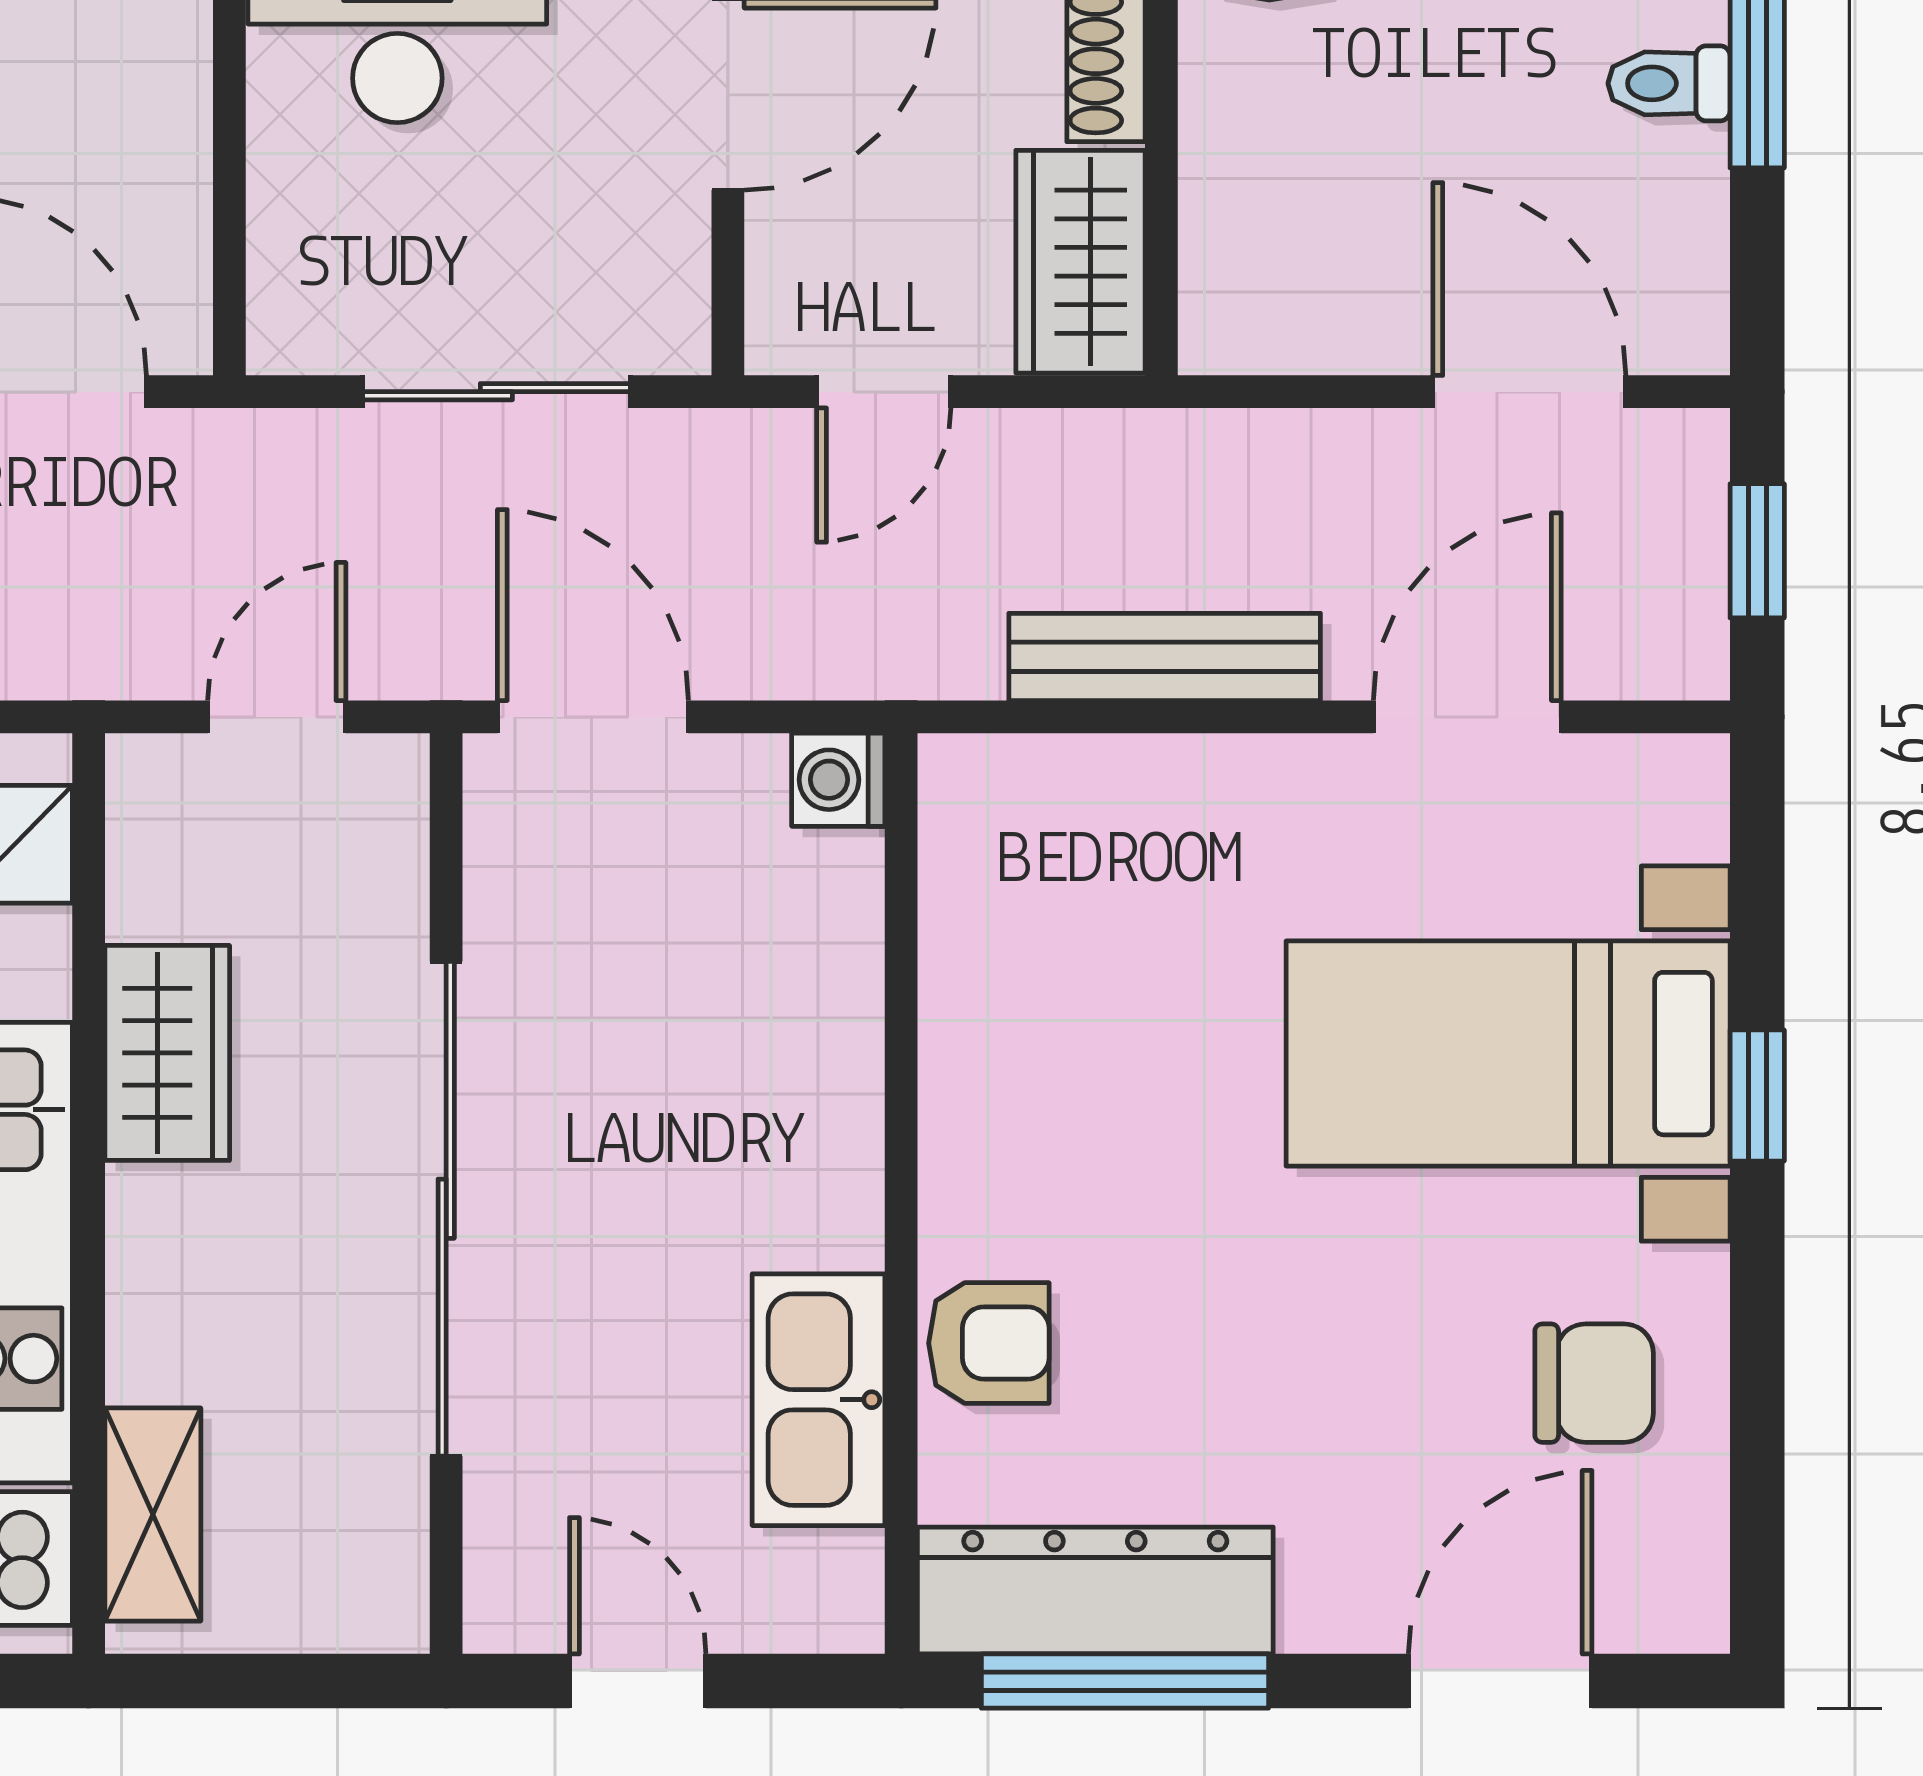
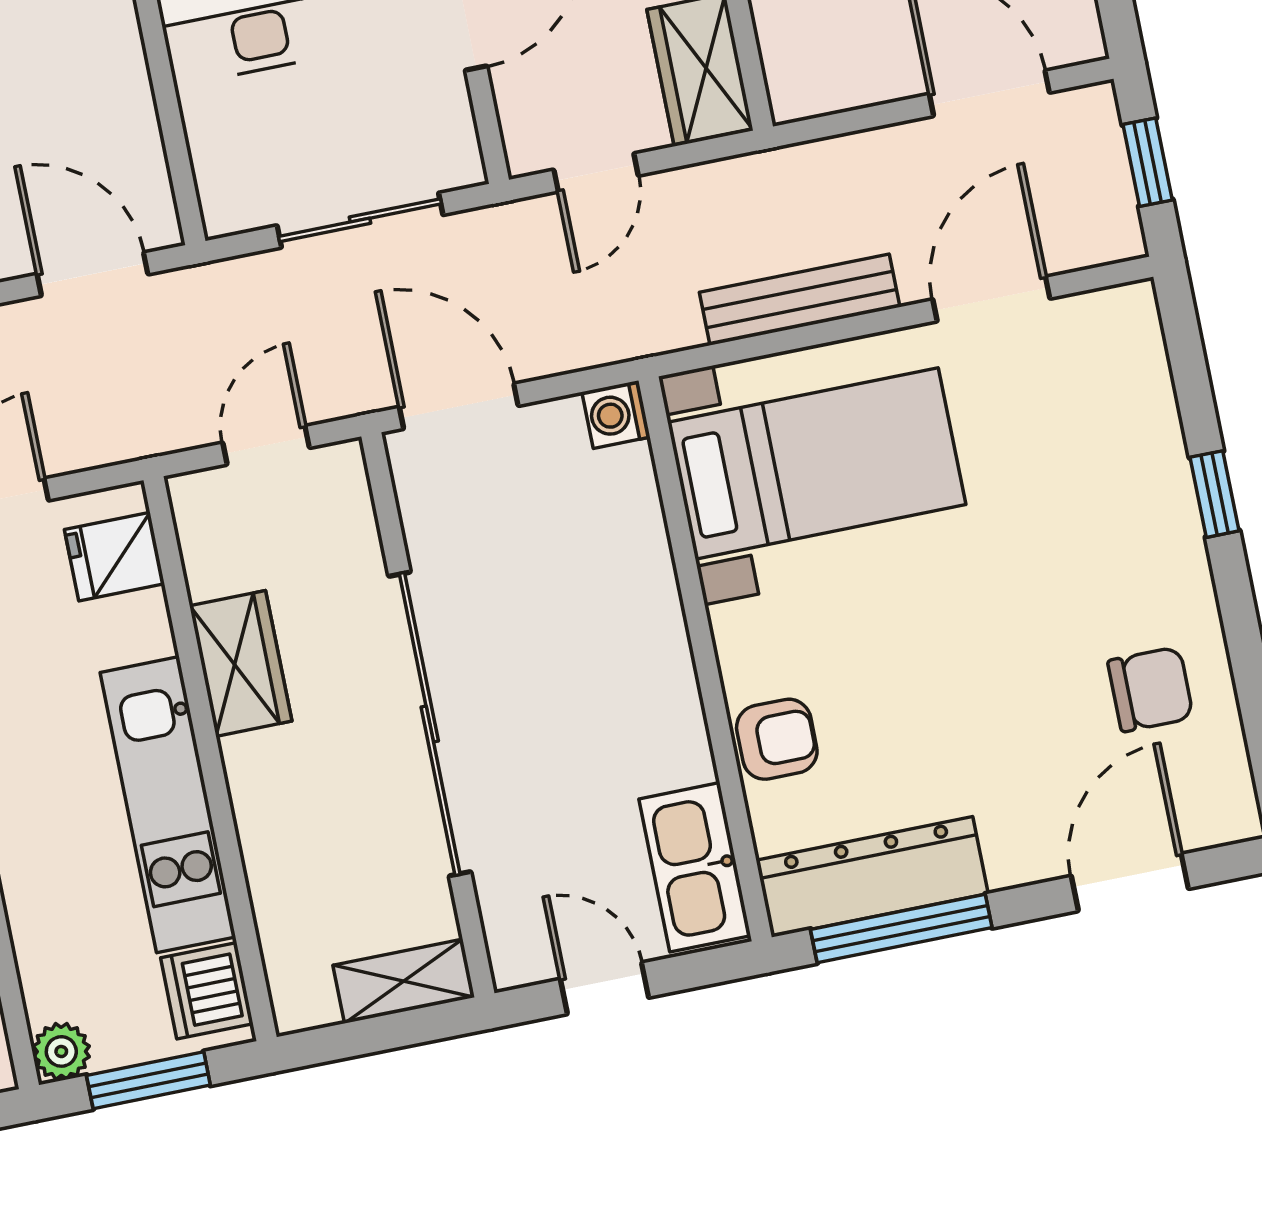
bed with nightstands: (1508, 1054) -> (817, 463), moved, turned 180
kitchen sink: (819, 1400) -> (695, 867), moved
shelving: (153, 1514) -> (404, 981), moved, turned 90

